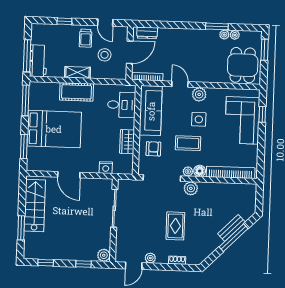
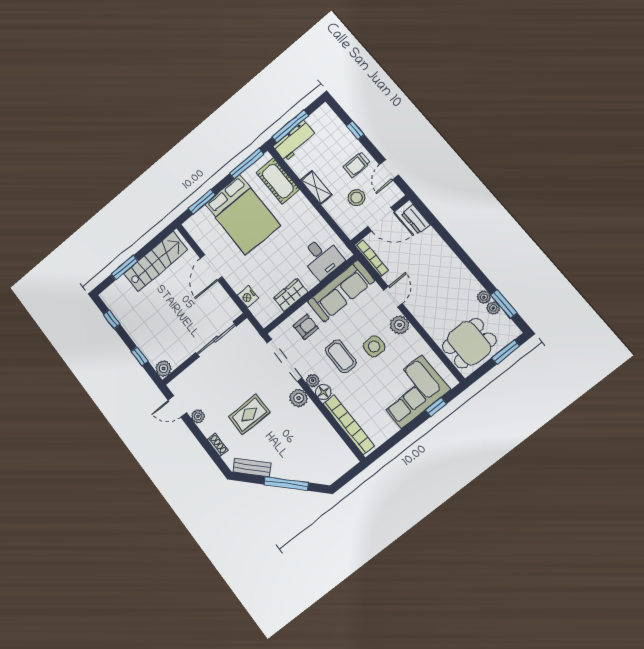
window: (217, 26) -> (504, 304), moved
cot: (77, 92) -> (278, 181), moved
bench: (232, 228) -> (252, 467), moved

